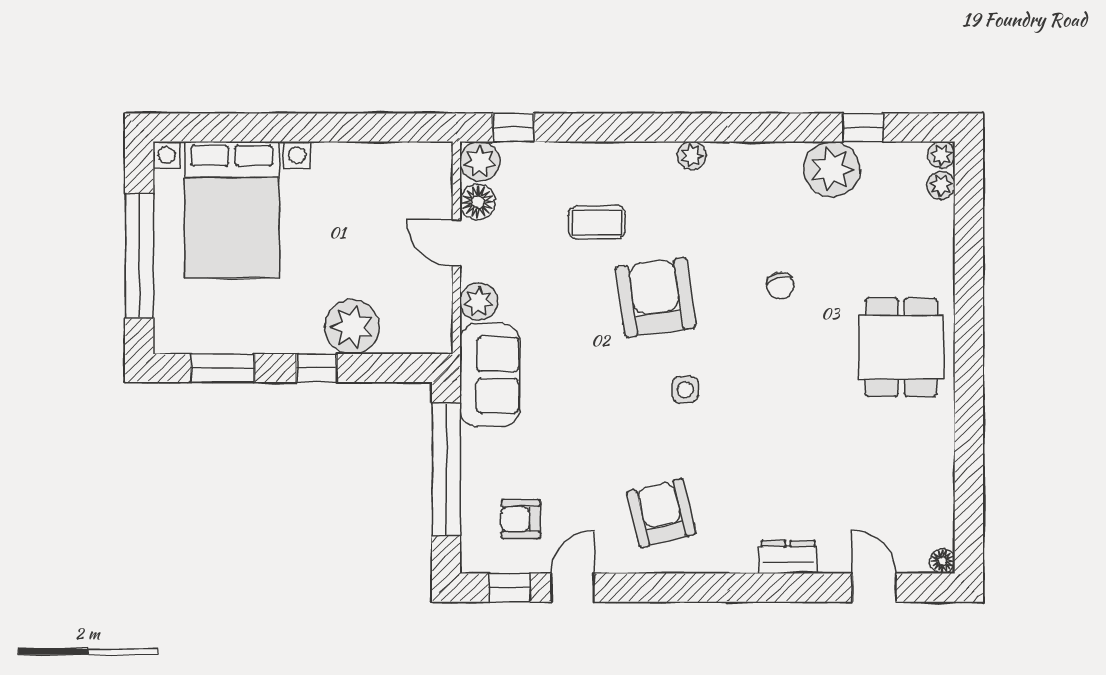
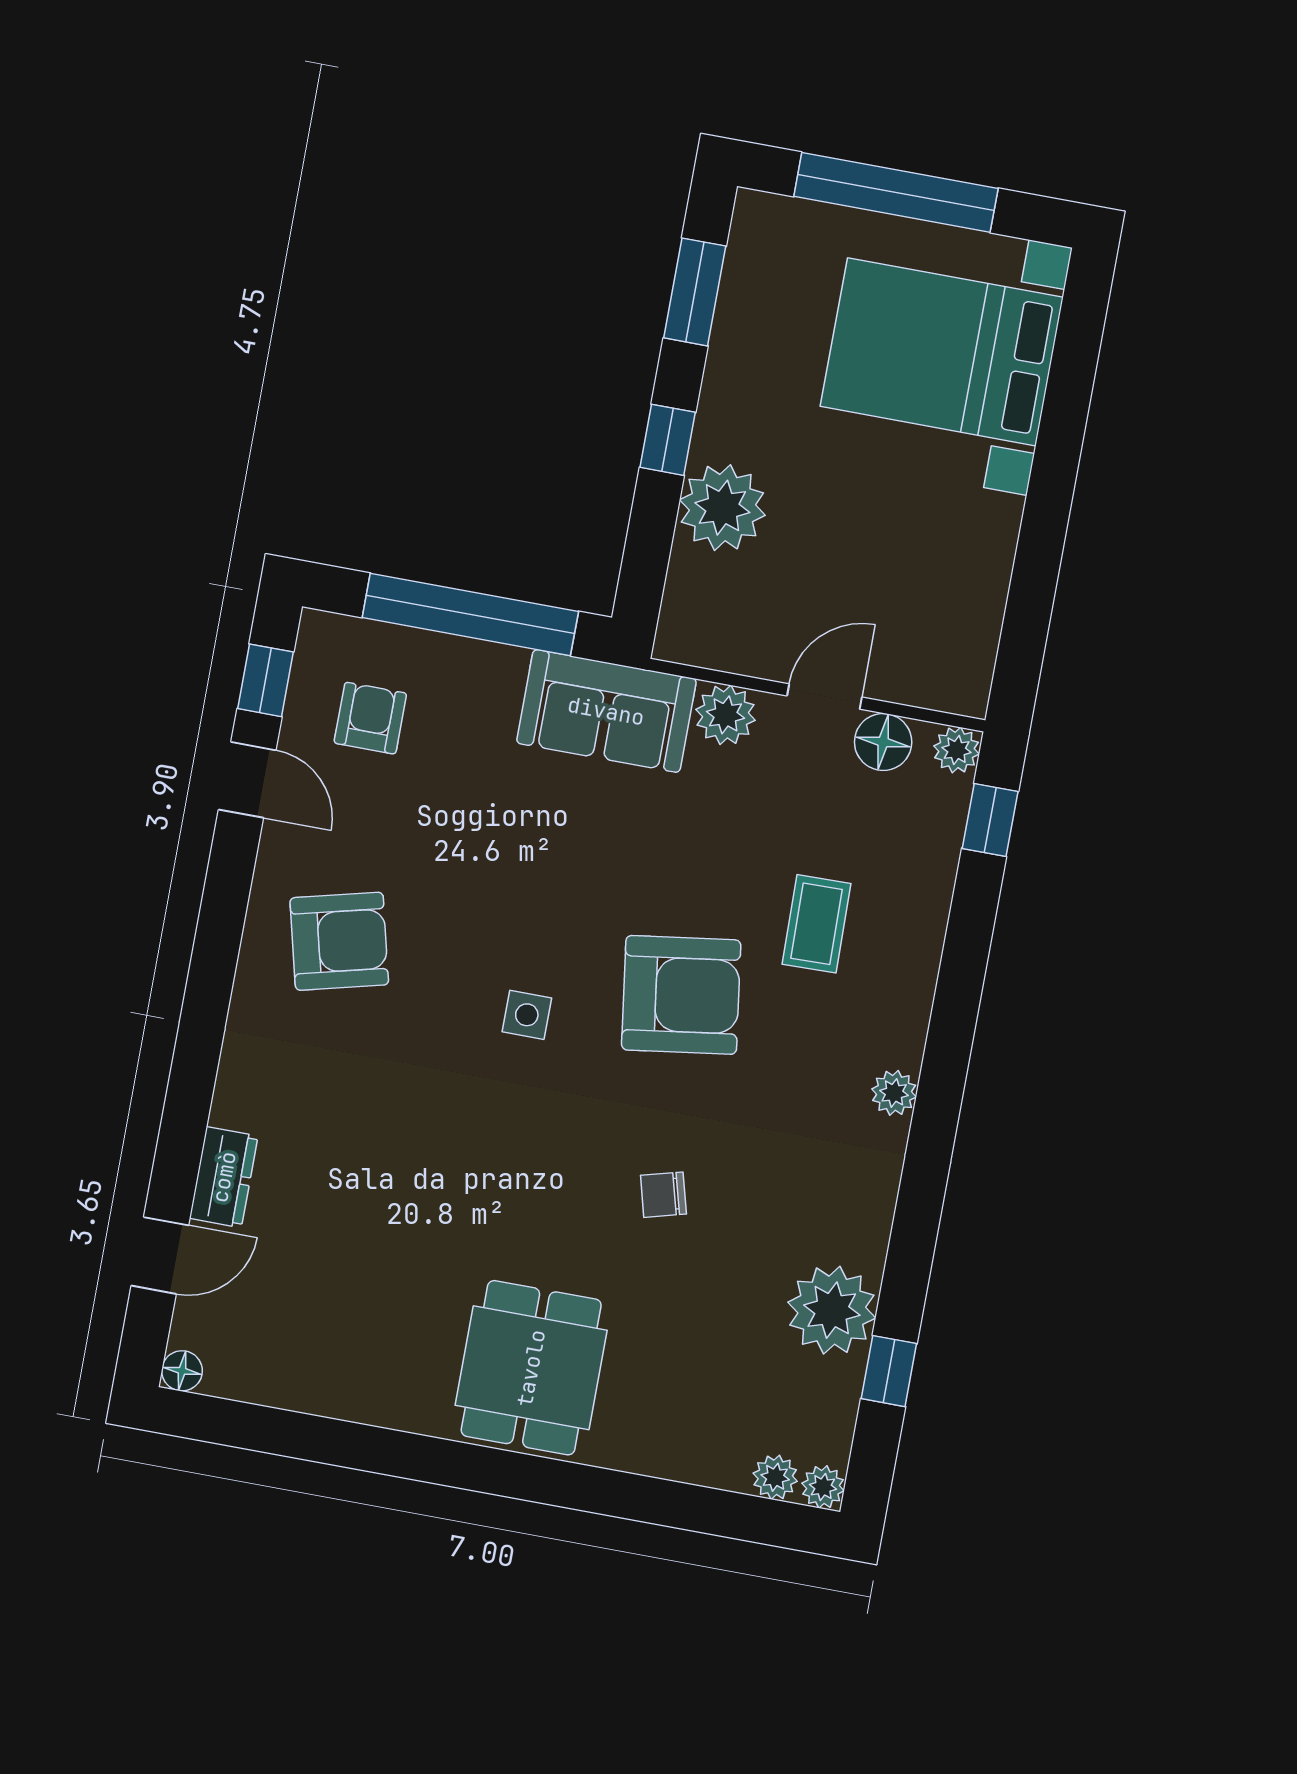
plant: (480, 161) -> (957, 750), width x0.73, depth x0.73
dining table: (901, 347) -> (531, 1368), turned 90
dresser: (788, 557) -> (224, 1177), moved

